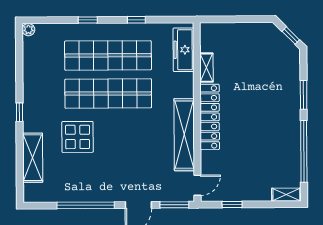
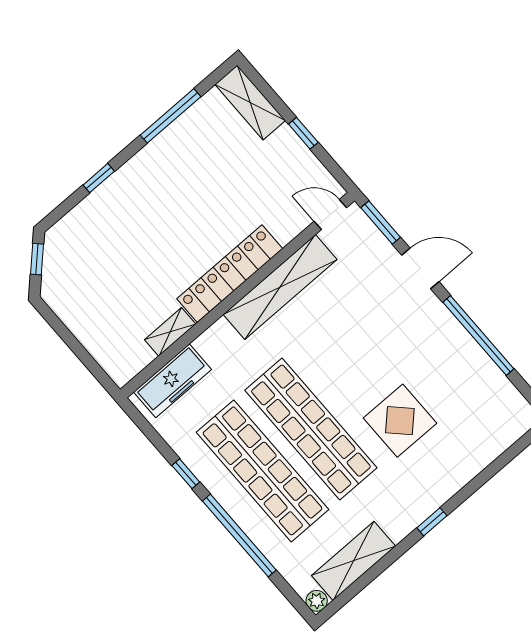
window: (88, 20) -> (239, 536), width x3.17
window: (304, 95) -> (99, 178), width x0.67
window: (304, 151) -> (171, 116), width x0.68
shelving: (33, 158) -> (354, 561), moved
shelving: (286, 195) -> (250, 102), width x1.50, depth x1.33
window: (232, 205) -> (303, 133), moved

